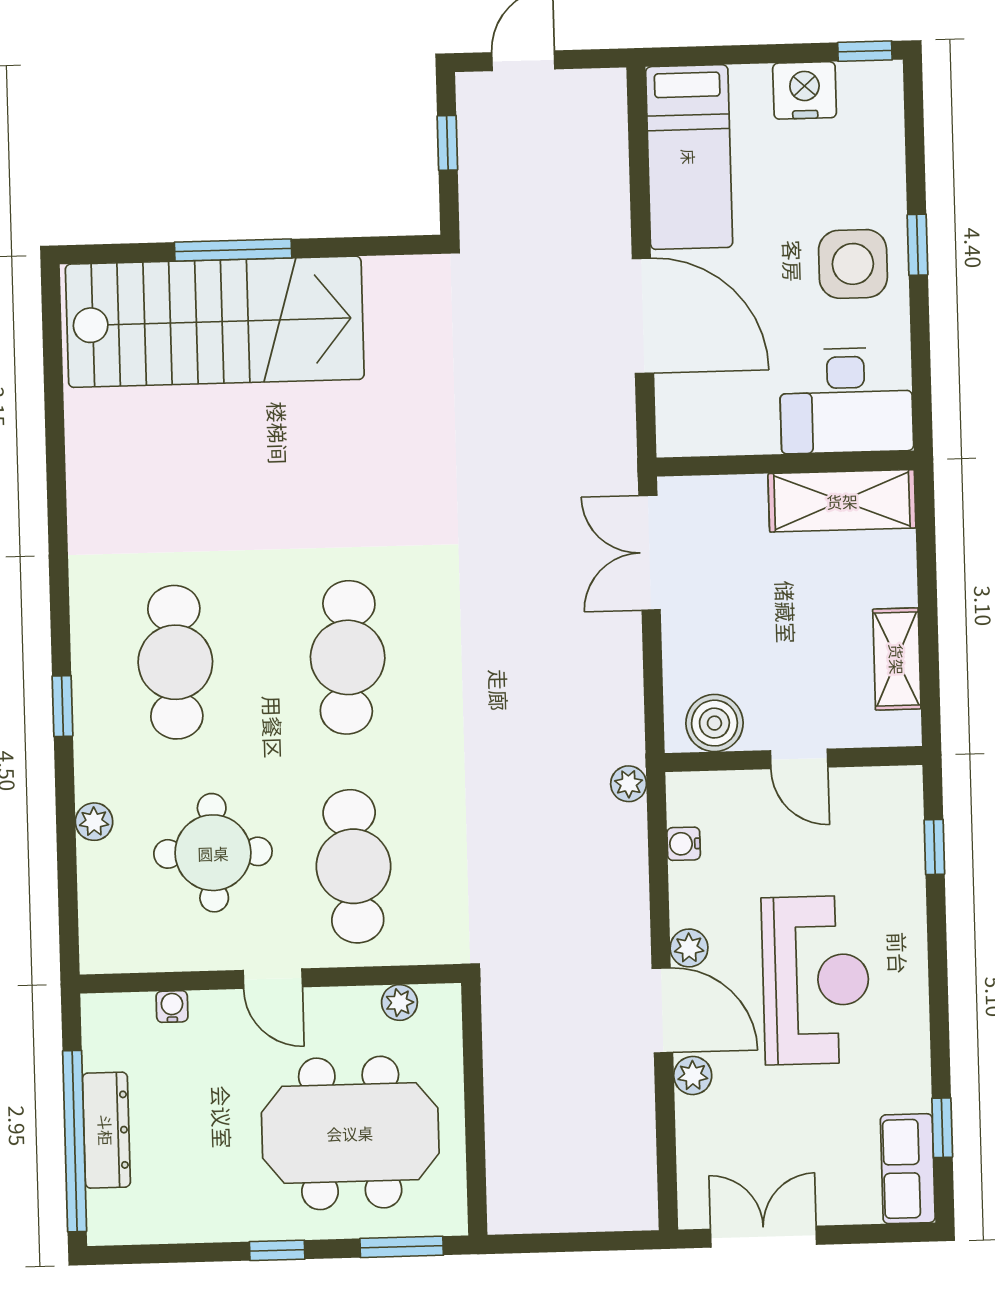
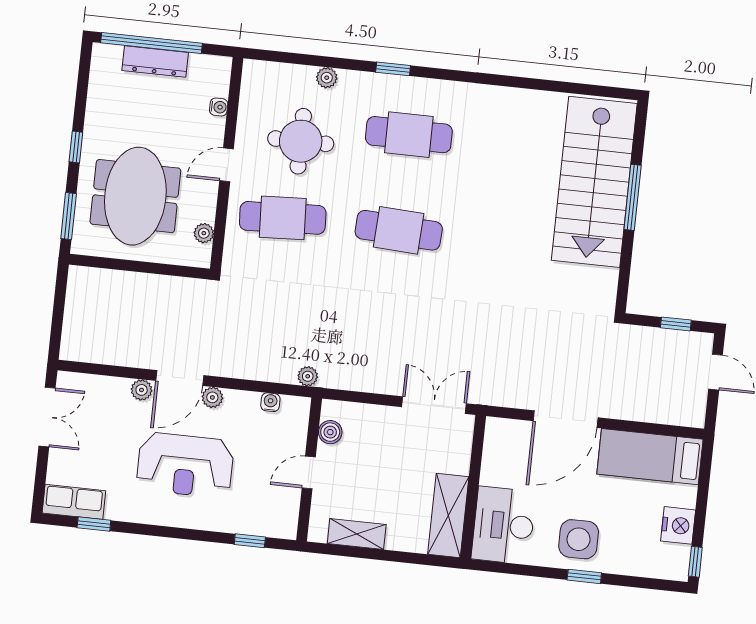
boiler: (714, 723) -> (330, 432), width x0.73, depth x0.73

